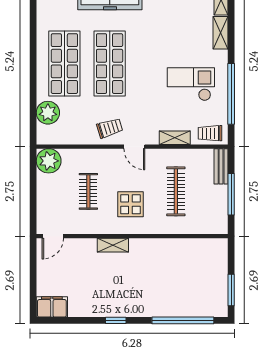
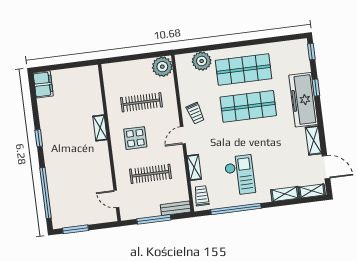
clothes rail: (88, 191) -> (141, 102), width x1.36
door: (53, 236) -> (116, 199), moved

